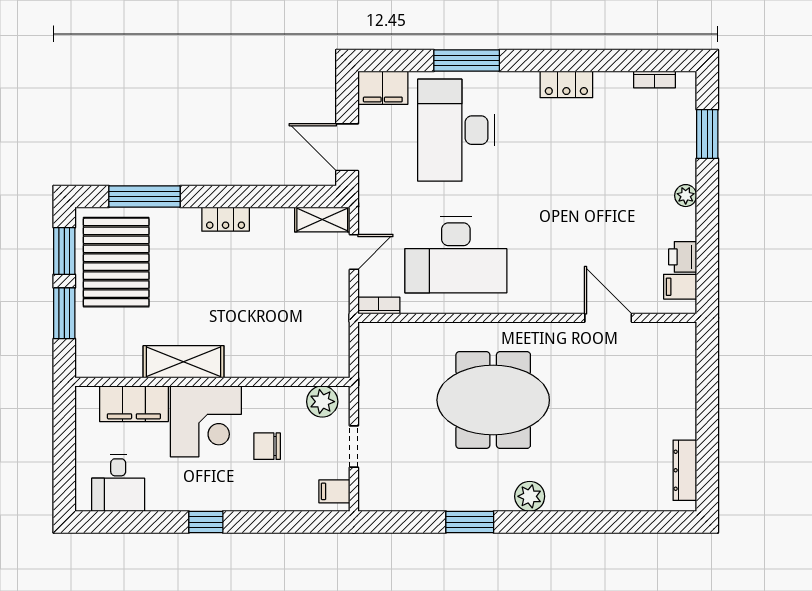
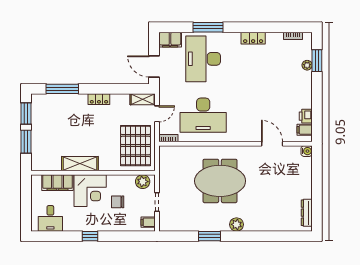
plant: (686, 196) -> (307, 65), moved
pallet: (116, 262) -> (136, 146), moved
water cooler: (684, 334) -> (307, 151), added

